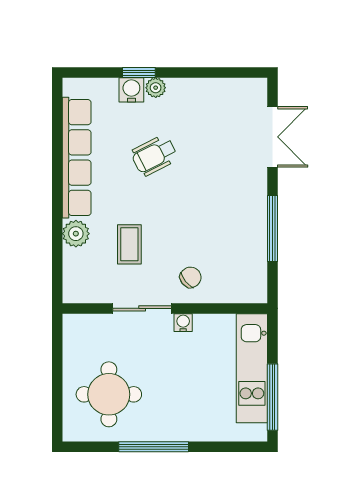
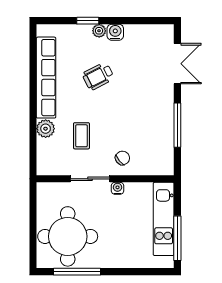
water cooler: (131, 90) -> (115, 32), moved
round table: (109, 394) -> (68, 236), width x1.36, depth x1.36
window: (154, 447) -> (77, 272), moved

